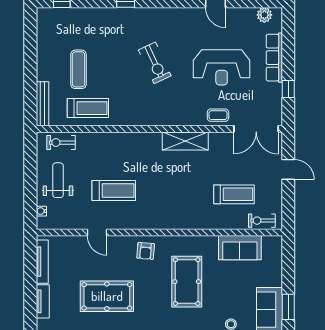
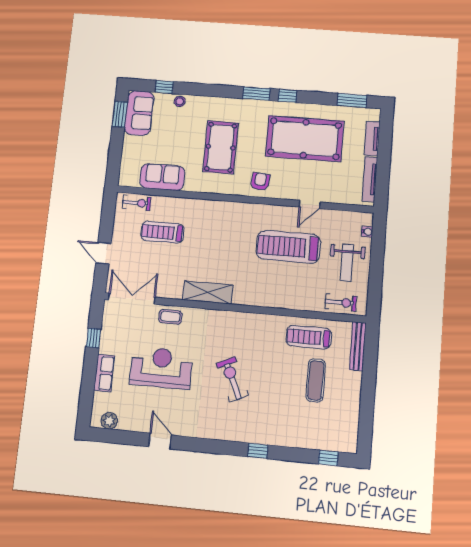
row of seats: (274, 58) -> (104, 373), width x0.68
treadmill: (114, 190) -> (288, 247), width x1.37, depth x1.38
door: (97, 233) -> (310, 205), swing flipped
pool table: (107, 296) -> (305, 139), width x1.36, depth x1.32

